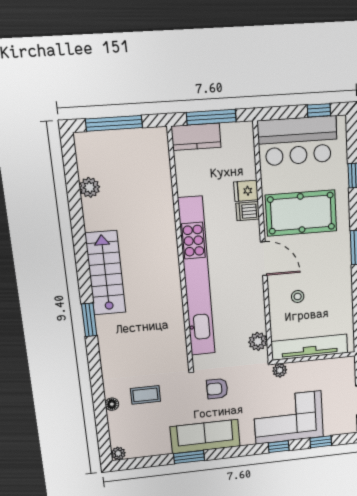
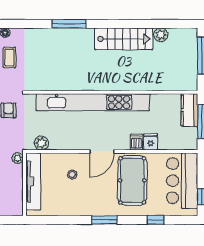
stairs: (105, 273) -> (124, 39), moved
window: (89, 320) -> (69, 24), width x1.44

